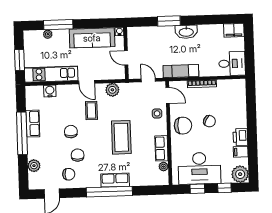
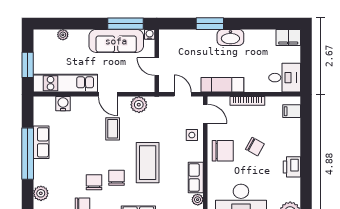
window: (58, 25) -> (125, 24), moved
chair: (71, 132) -> (117, 178), moved
filing cabinet: (241, 152) -> (292, 111), moved

